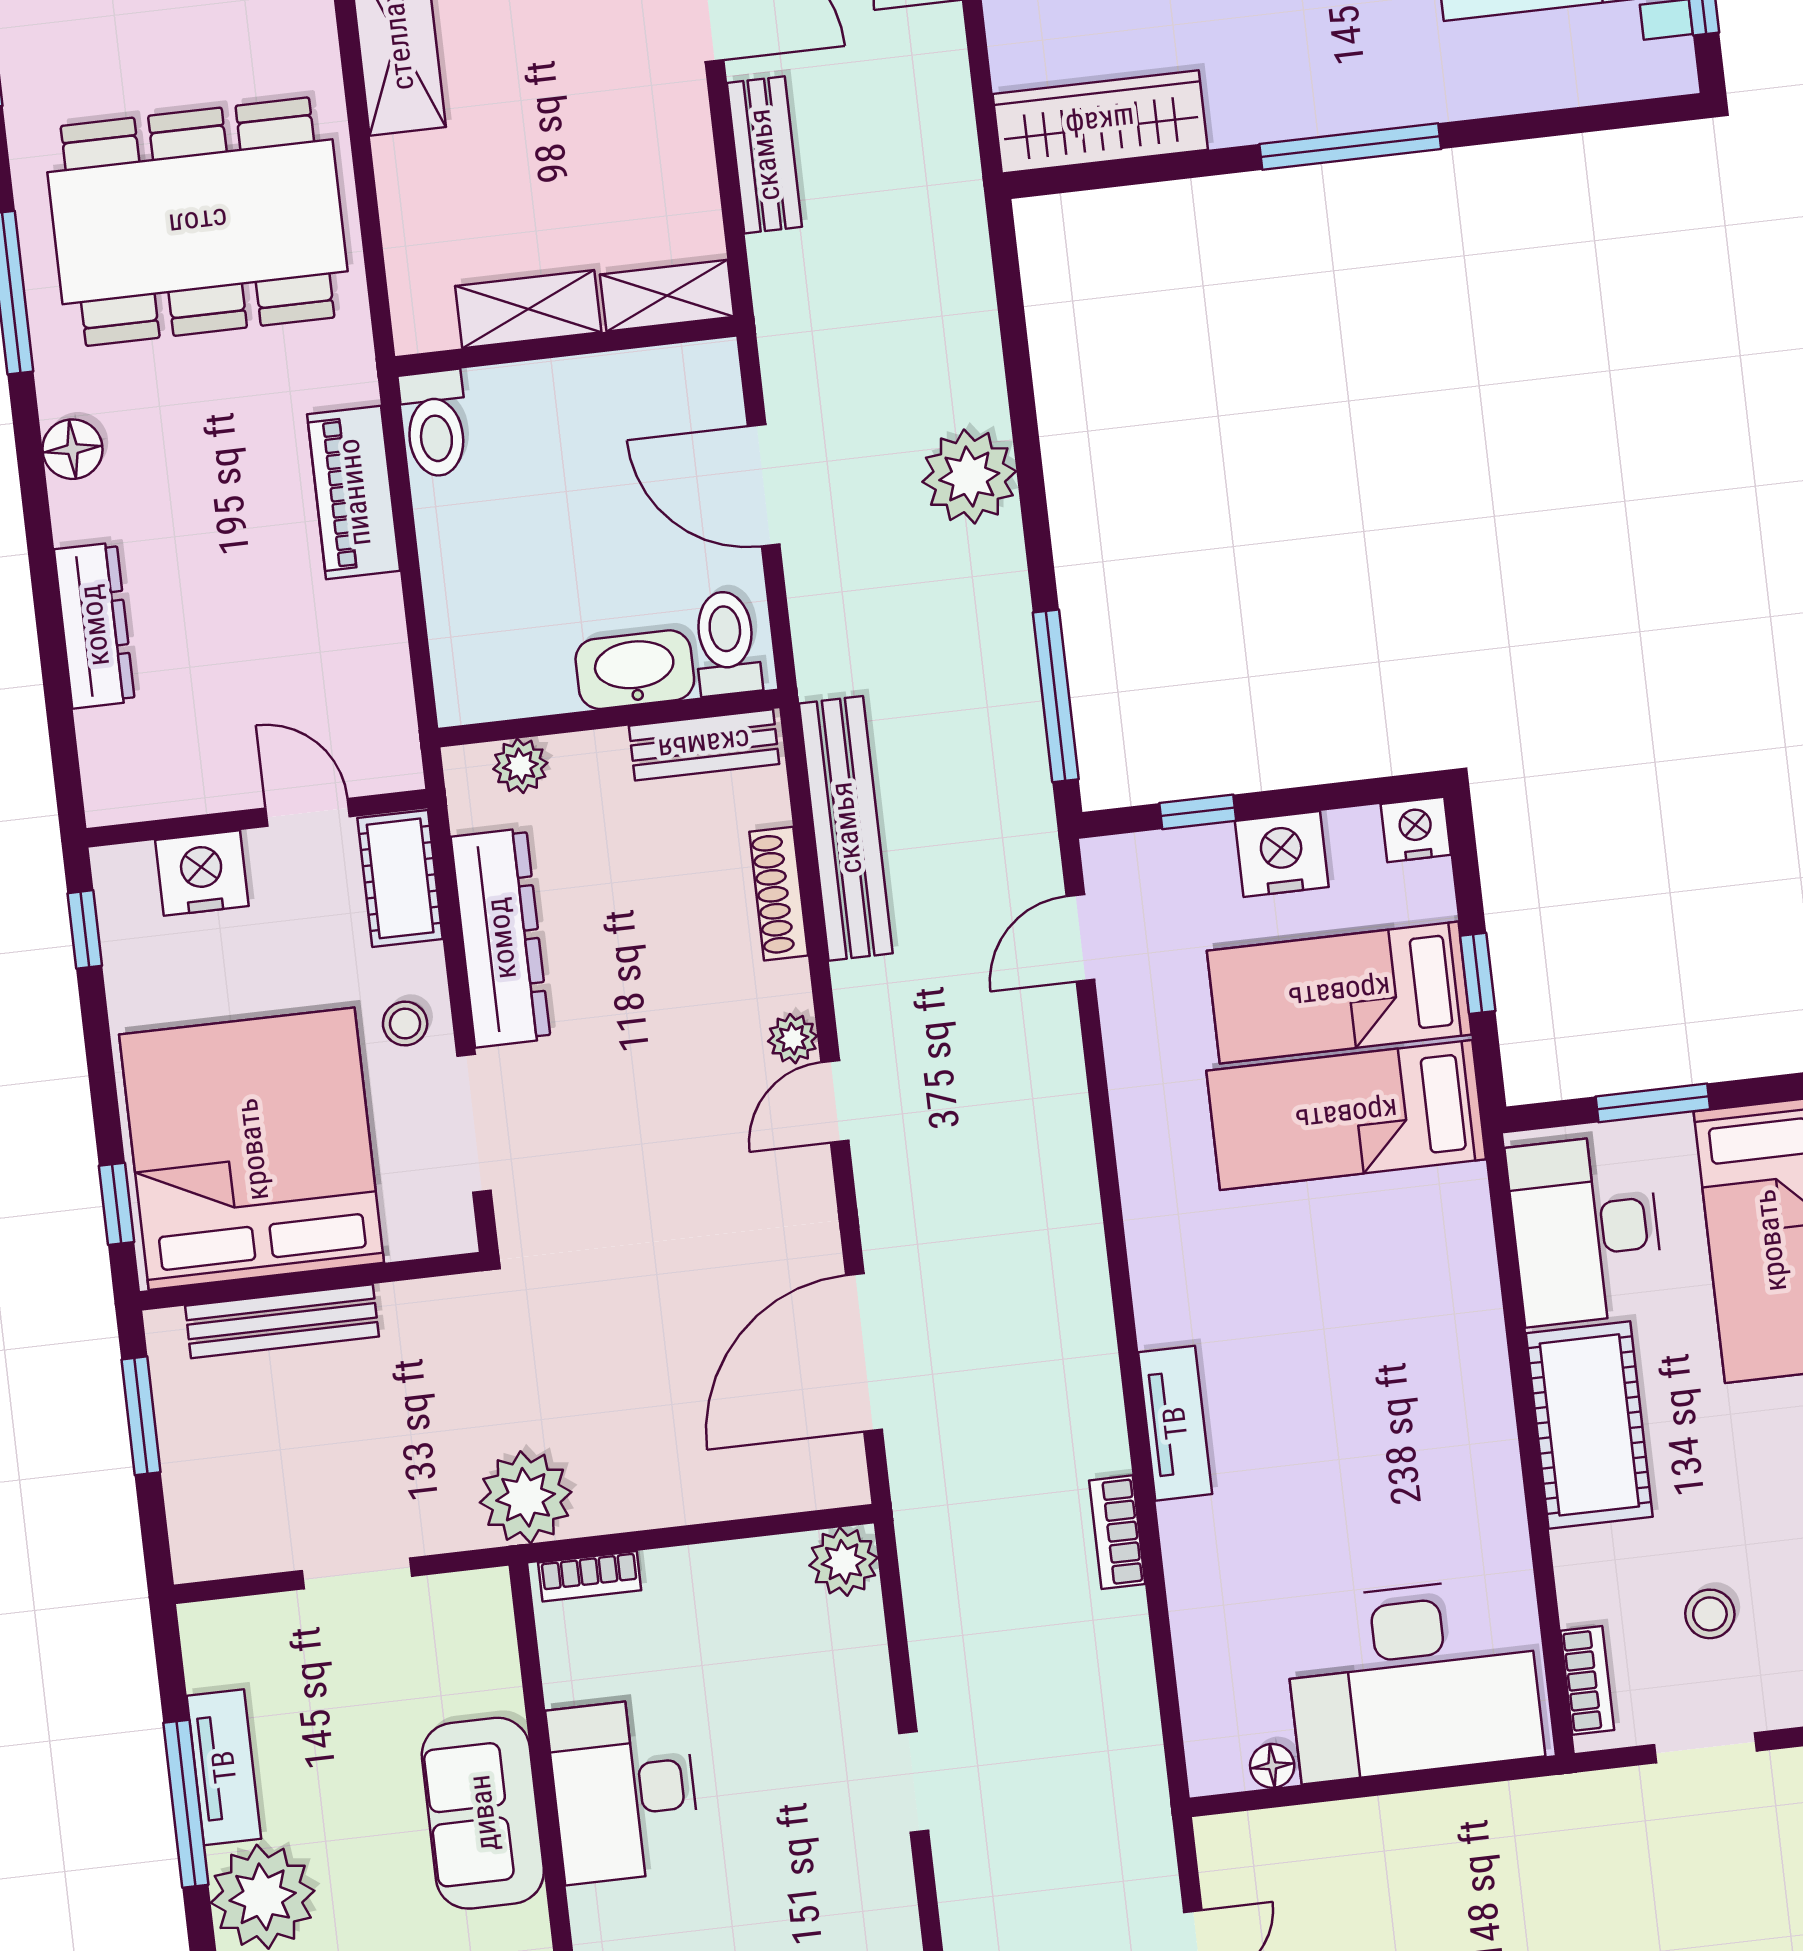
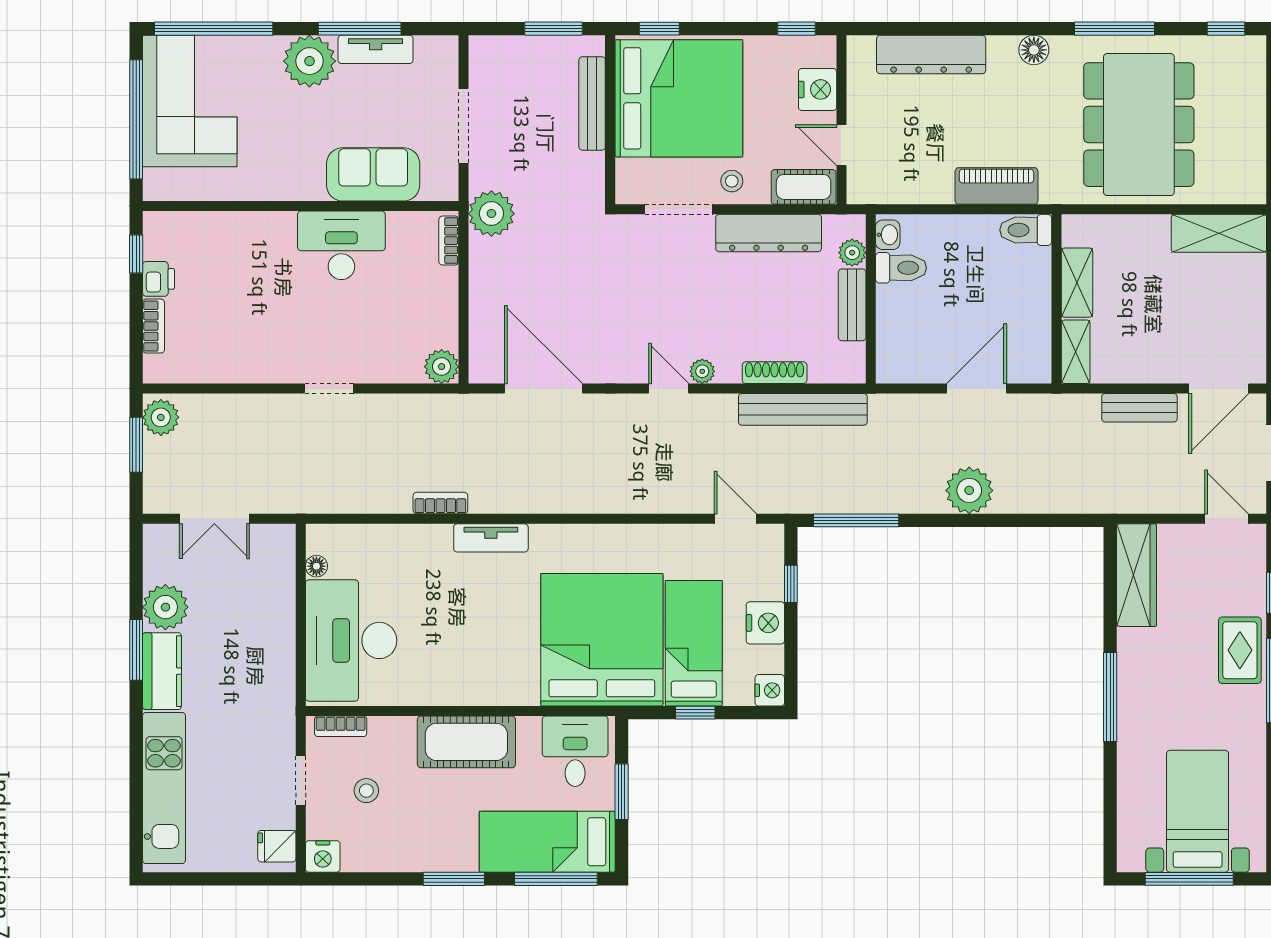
dresser: (94, 625) -> (931, 54), width x1.37, depth x1.24
toilet: (726, 643) -> (901, 268), moved
washbasin: (635, 670) -> (888, 235), moved, width x0.52, depth x0.69
bench: (704, 745) -> (852, 305), moved
door: (308, 812) -> (841, 145), swing flipped
bed: (1346, 1115) -> (602, 640), width x2.04
desk: (1586, 1230) -> (575, 751), width x0.73
doorway: (357, 1573) -> (464, 126), width x1.38
sofa: (483, 1813) -> (373, 174), moved

